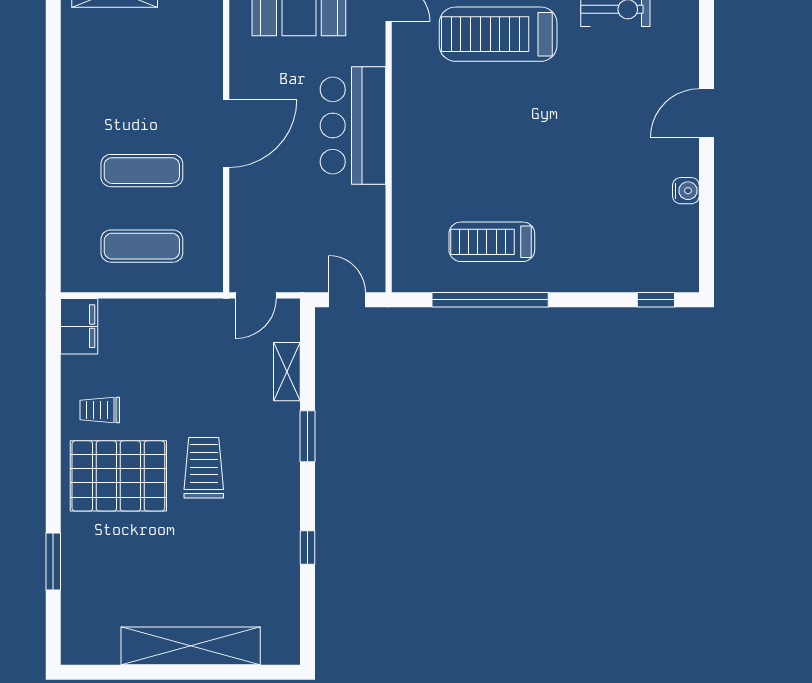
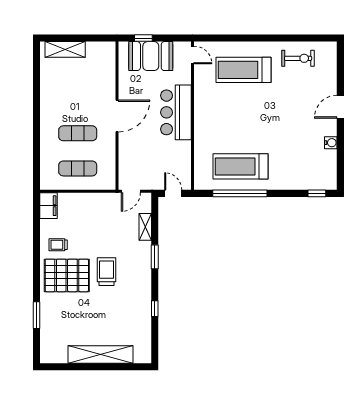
treadmill: (492, 242) -> (241, 166), width x1.37, depth x1.38

